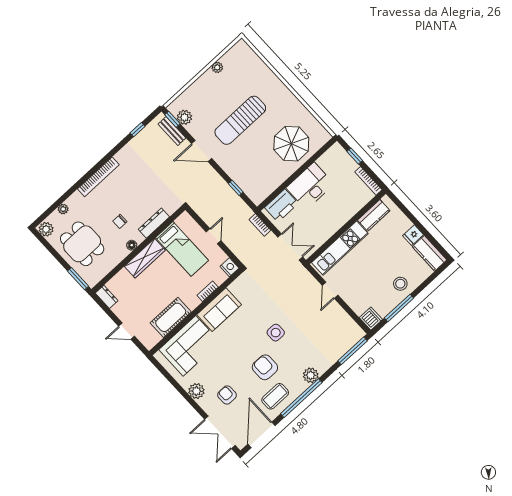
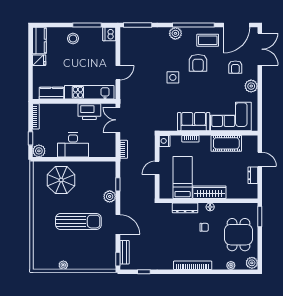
plant: (184, 117) -> (110, 196), moved
plant: (336, 152) -> (39, 151), added
printer: (281, 206) -> (89, 112), moved, turned 180
dresser: (107, 297) -> (253, 175), moved

